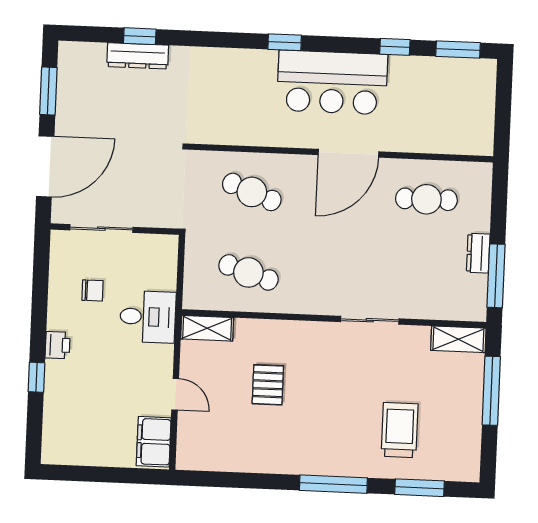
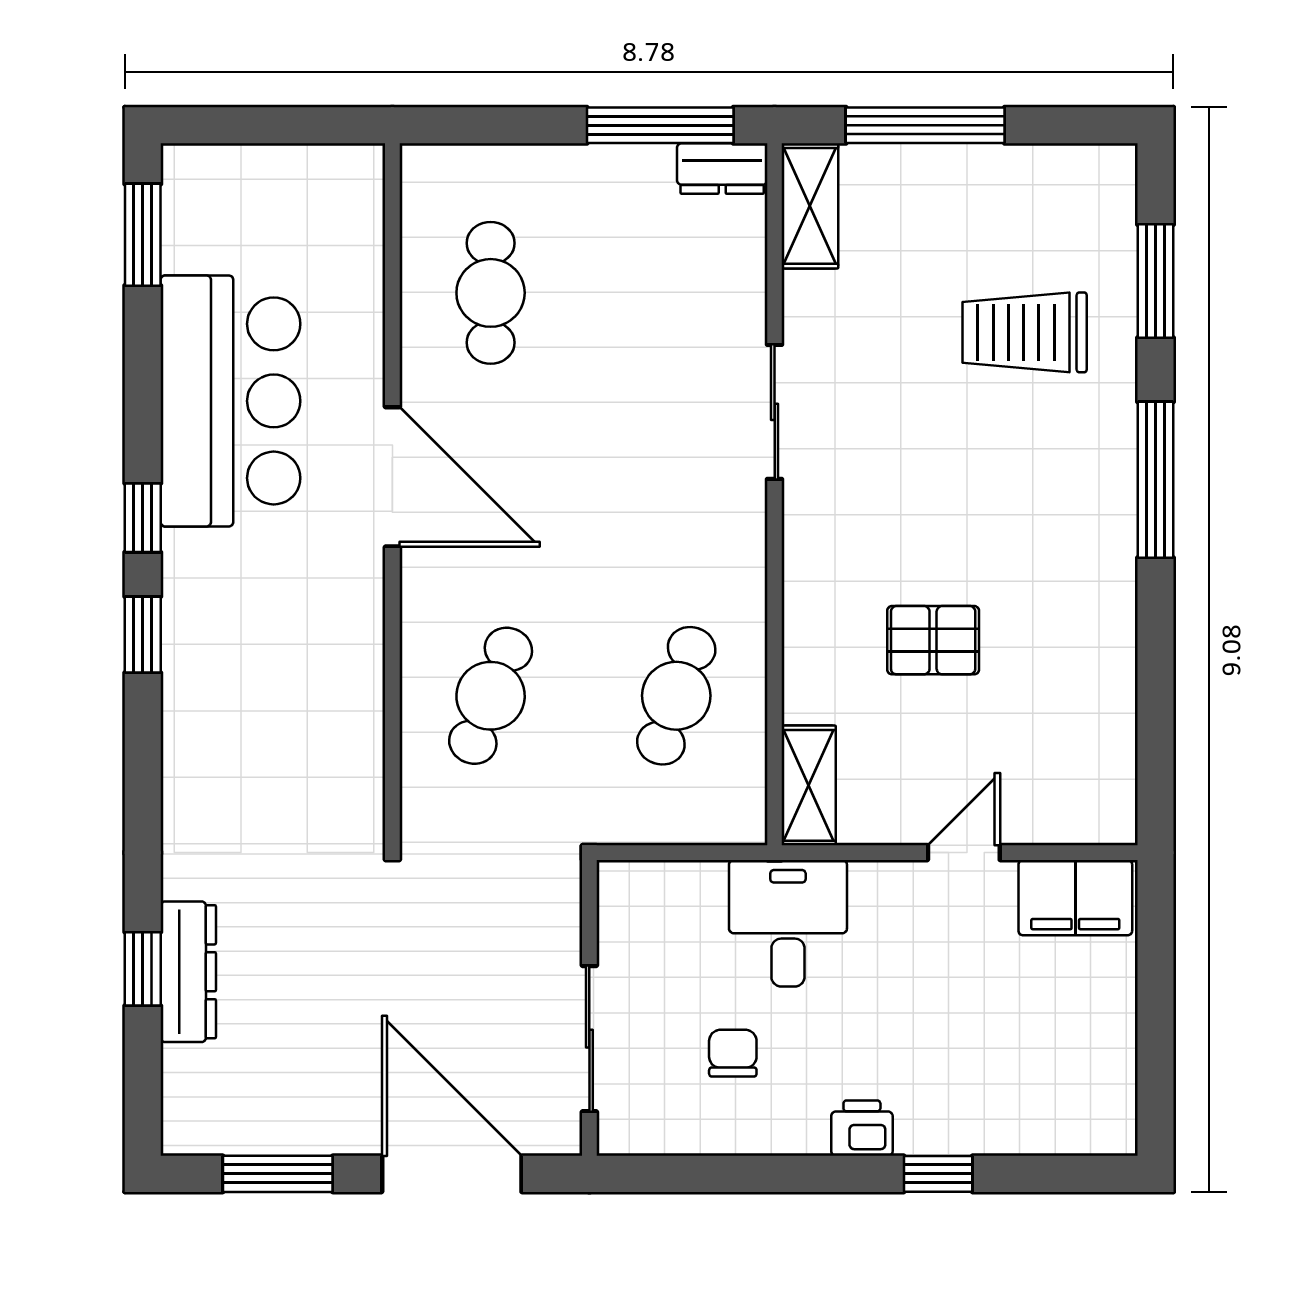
window: (395, 47) -> (143, 518), moved
bar counter: (332, 82) -> (230, 401), moved
dresser: (478, 253) -> (722, 169), moved

